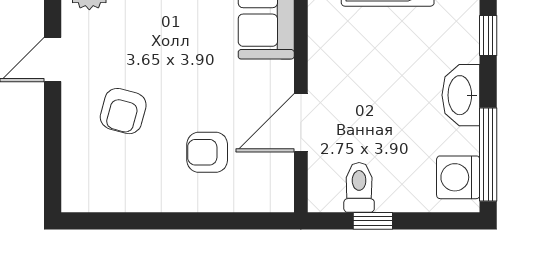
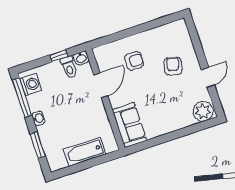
window: (488, 36) -> (38, 145), width x1.50
washbasin: (461, 95) -> (38, 118), width x0.52, depth x0.69
washbasin: (324, 199) -> (81, 58), added

